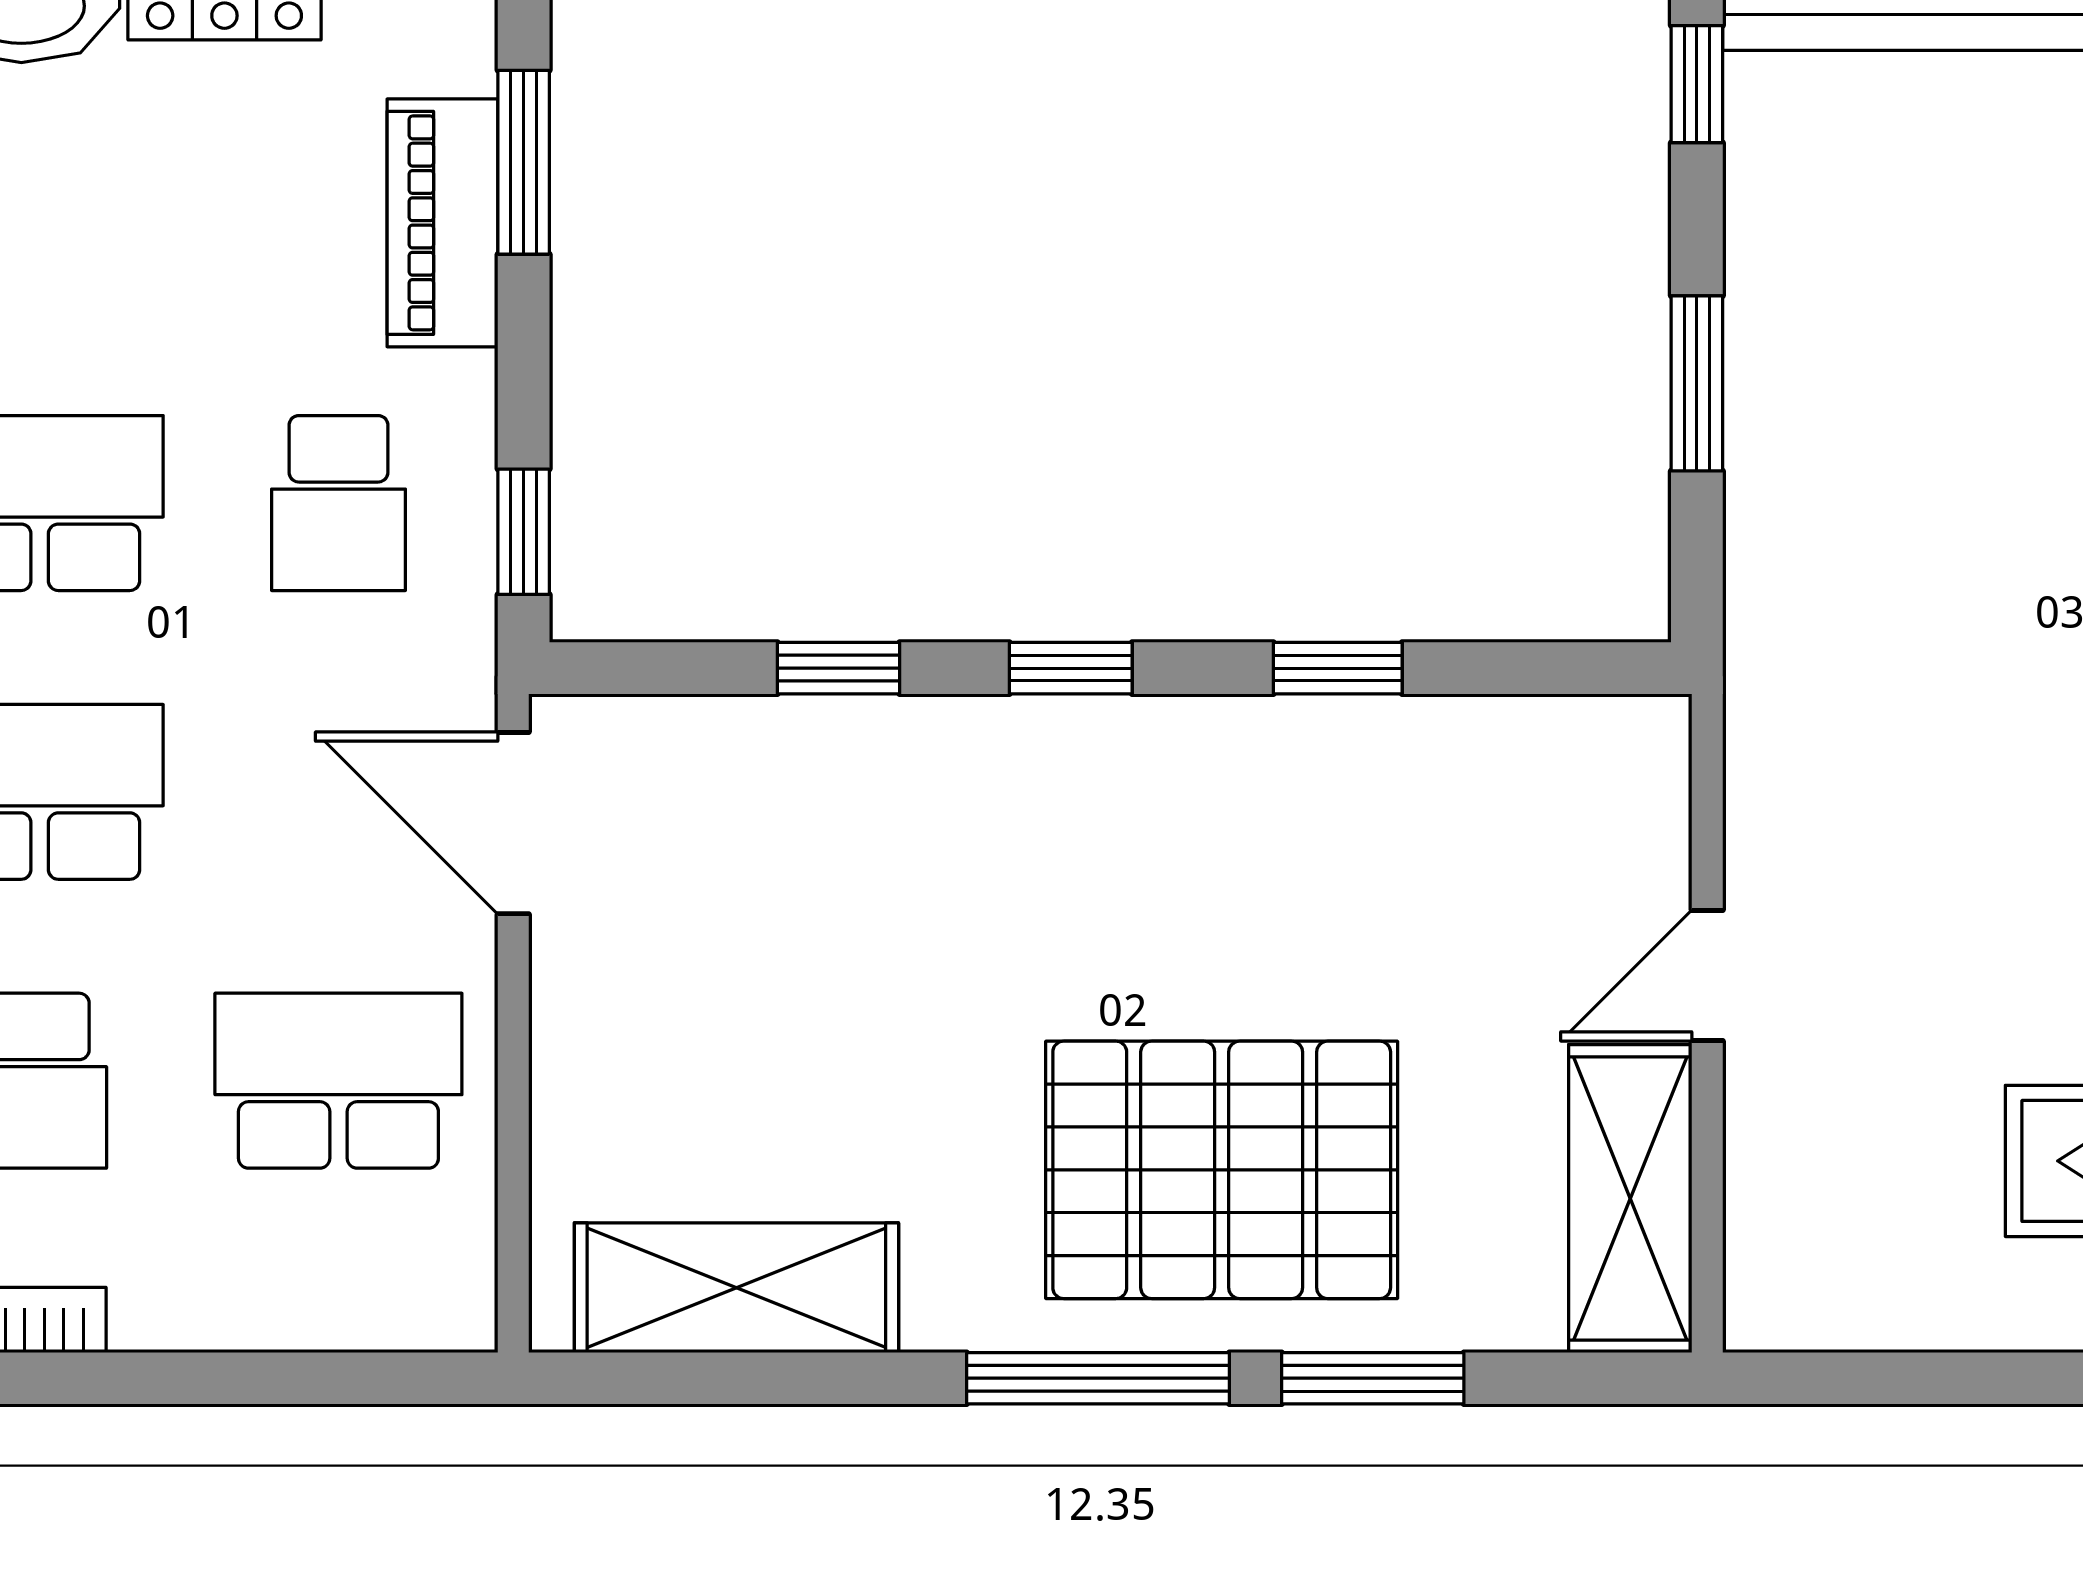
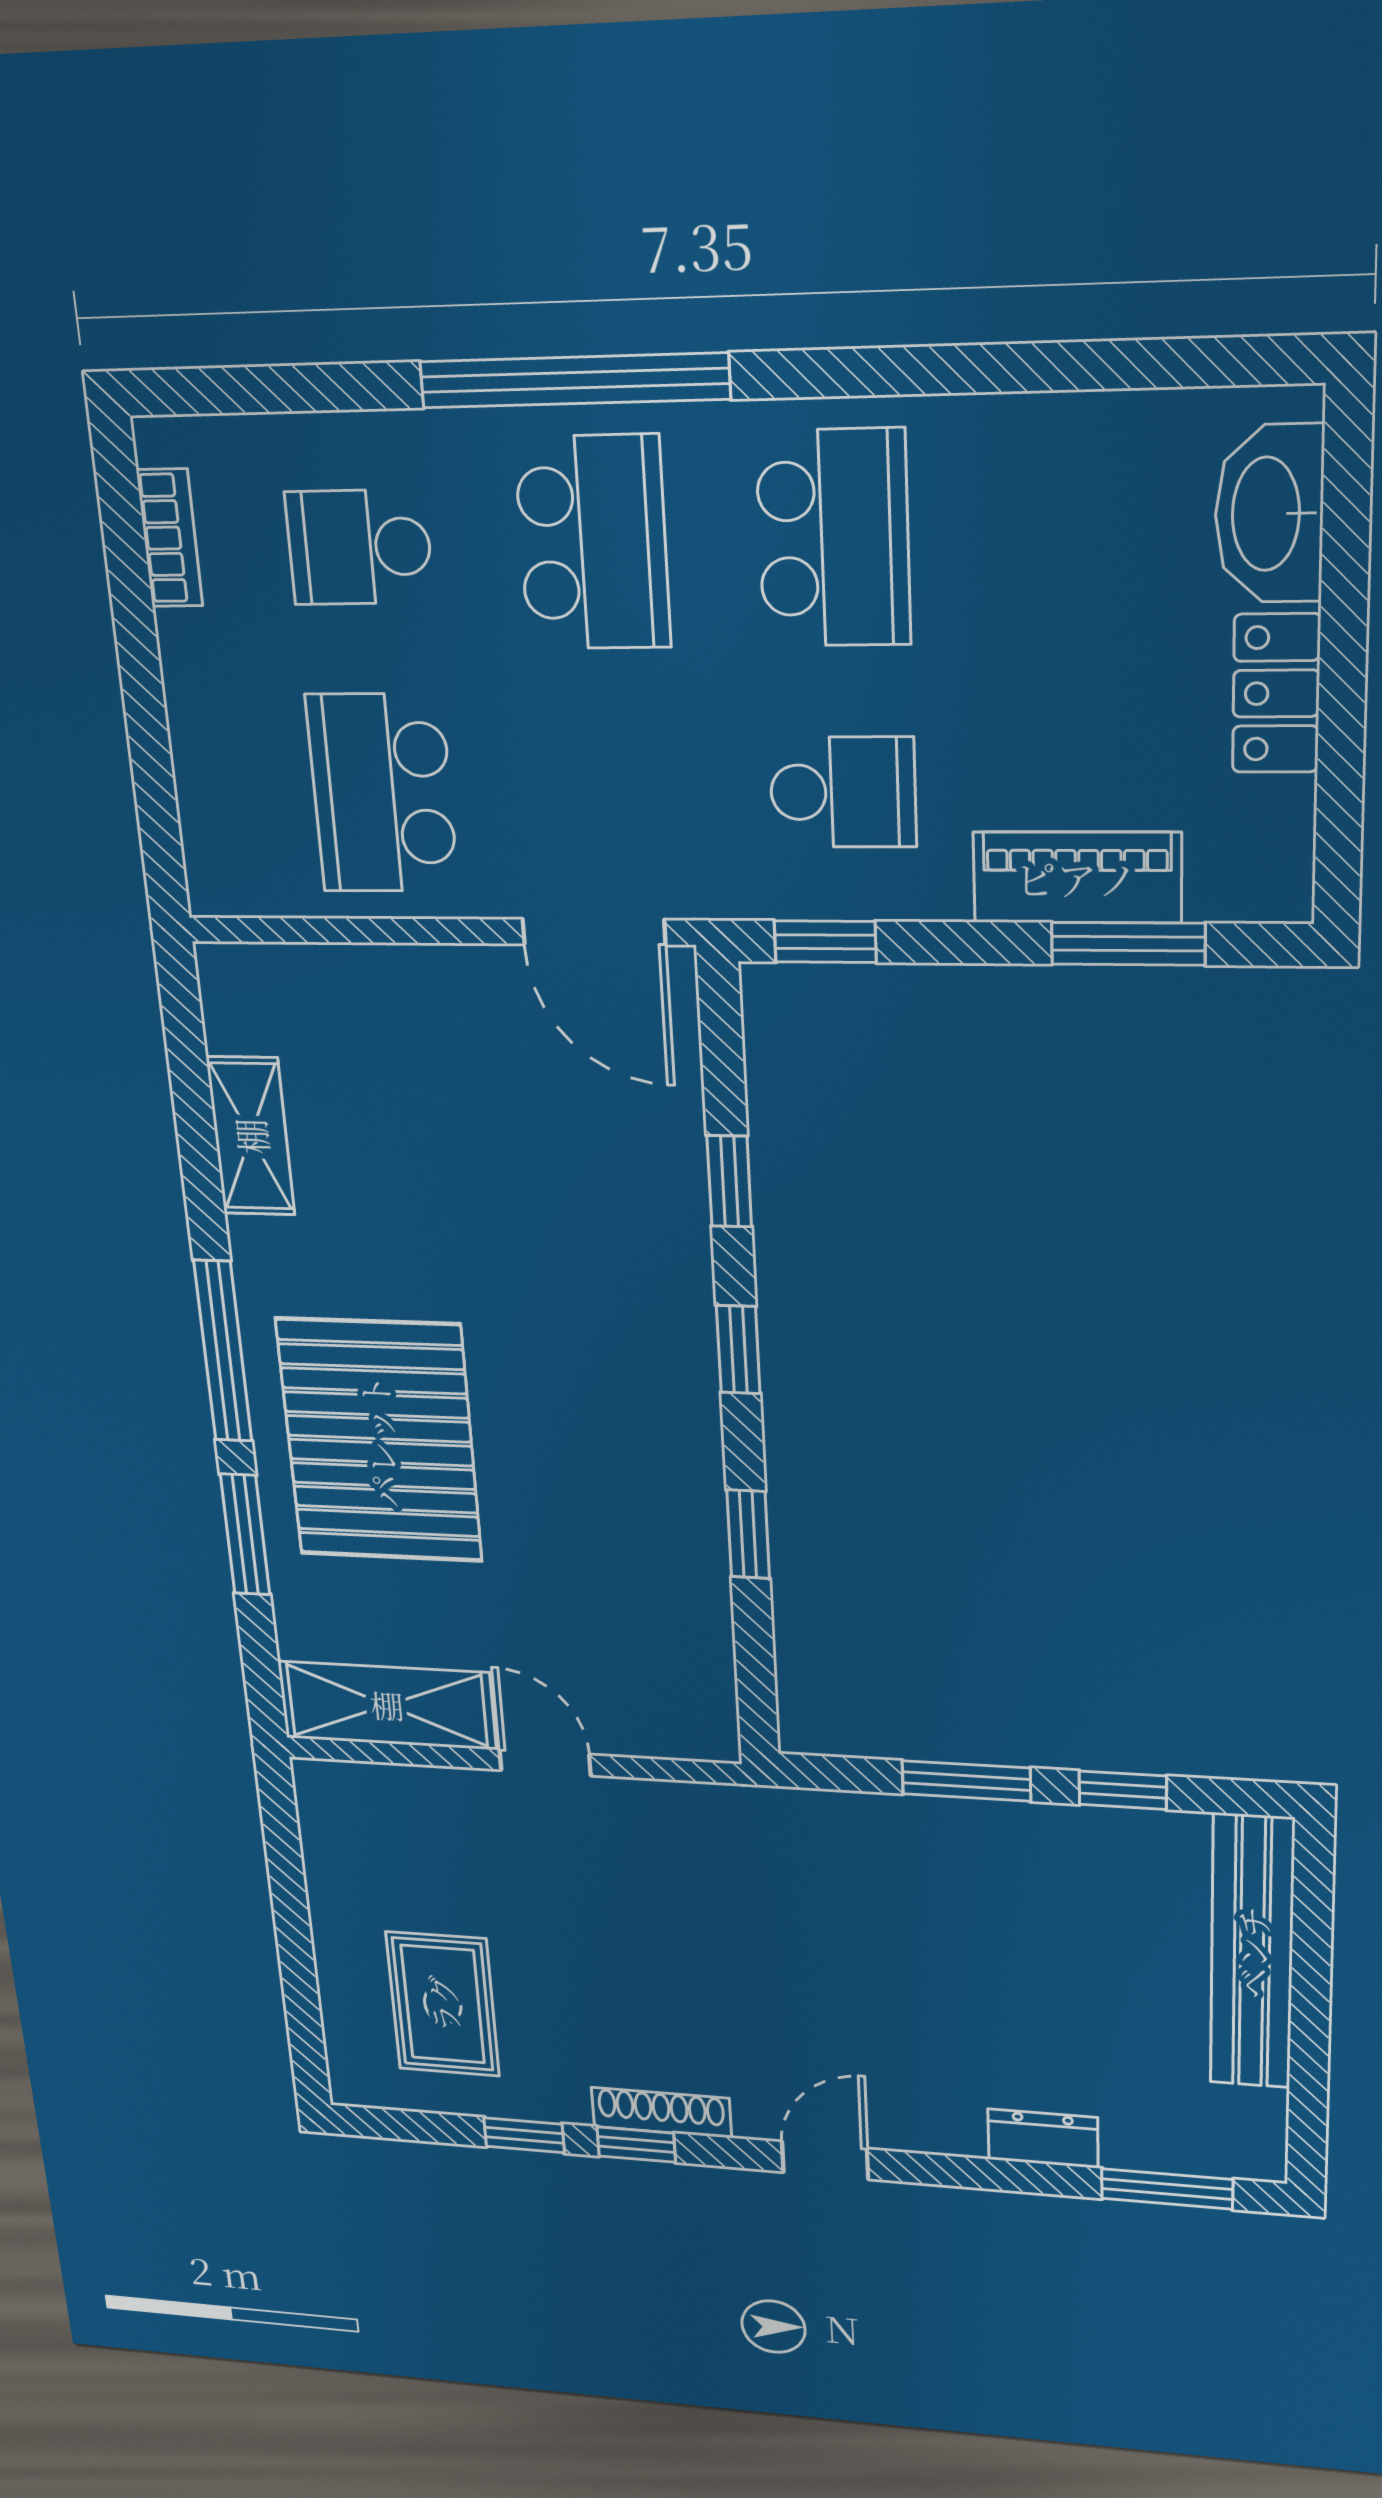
window: (1697, 84) -> (1123, 1790), moved
school desk: (338, 503) -> (843, 792), turned 180
door: (513, 823) -> (594, 932), swing flipped
school desk: (338, 1081) -> (382, 793), turned 180
shelving: (736, 1288) -> (251, 1136), width x0.67, depth x0.75

